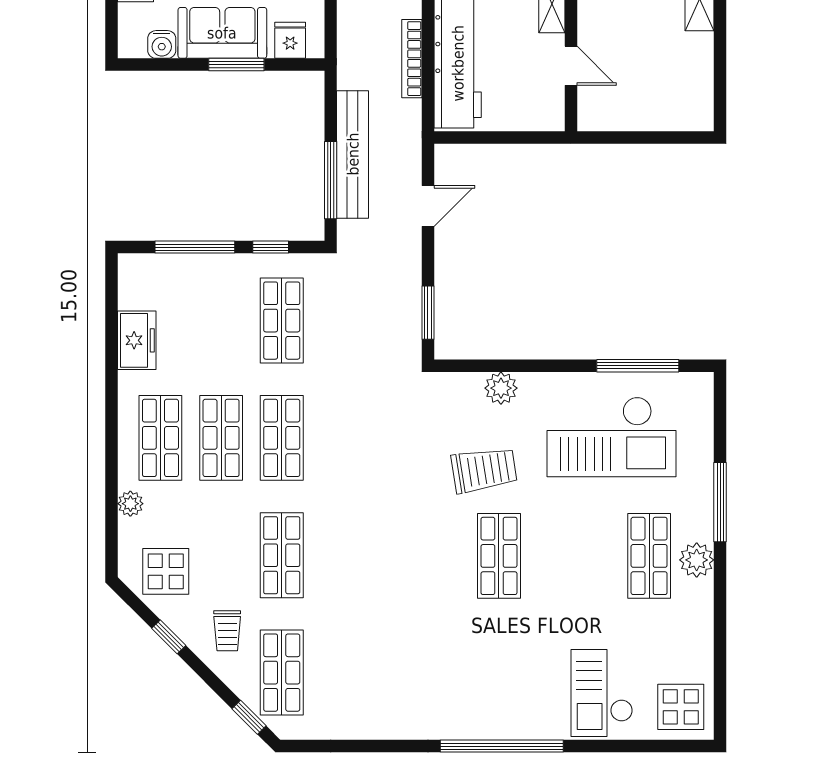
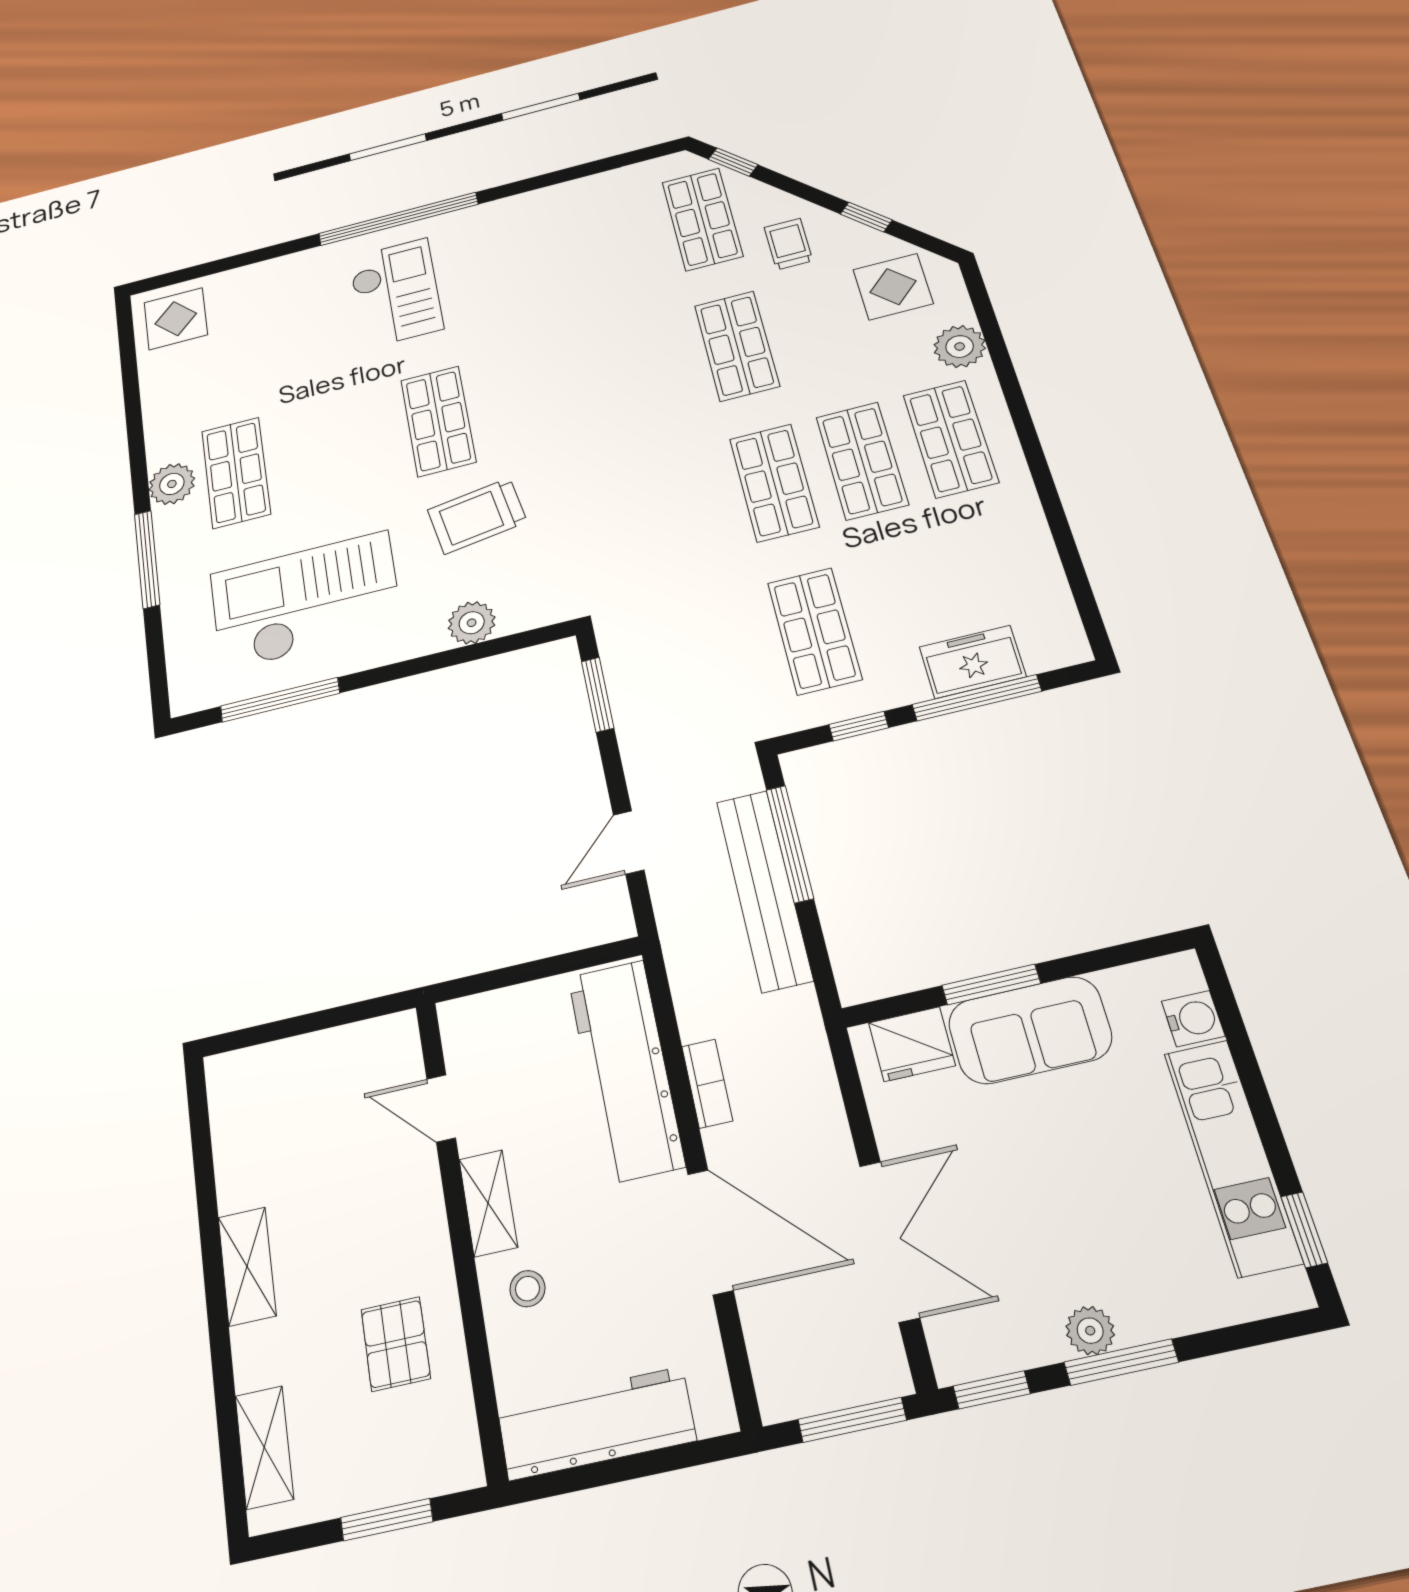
fridge: (290, 40) -> (912, 1044), width x1.38
water cooler: (162, 44) -> (1193, 1019), moved, turned 90
bookcase: (412, 59) -> (707, 1083), width x0.64
freezer: (137, 340) -> (973, 662), moved, turned 90
plant: (130, 504) -> (960, 346), width x1.38, depth x1.38
checkout: (602, 693) -> (396, 293), moved

